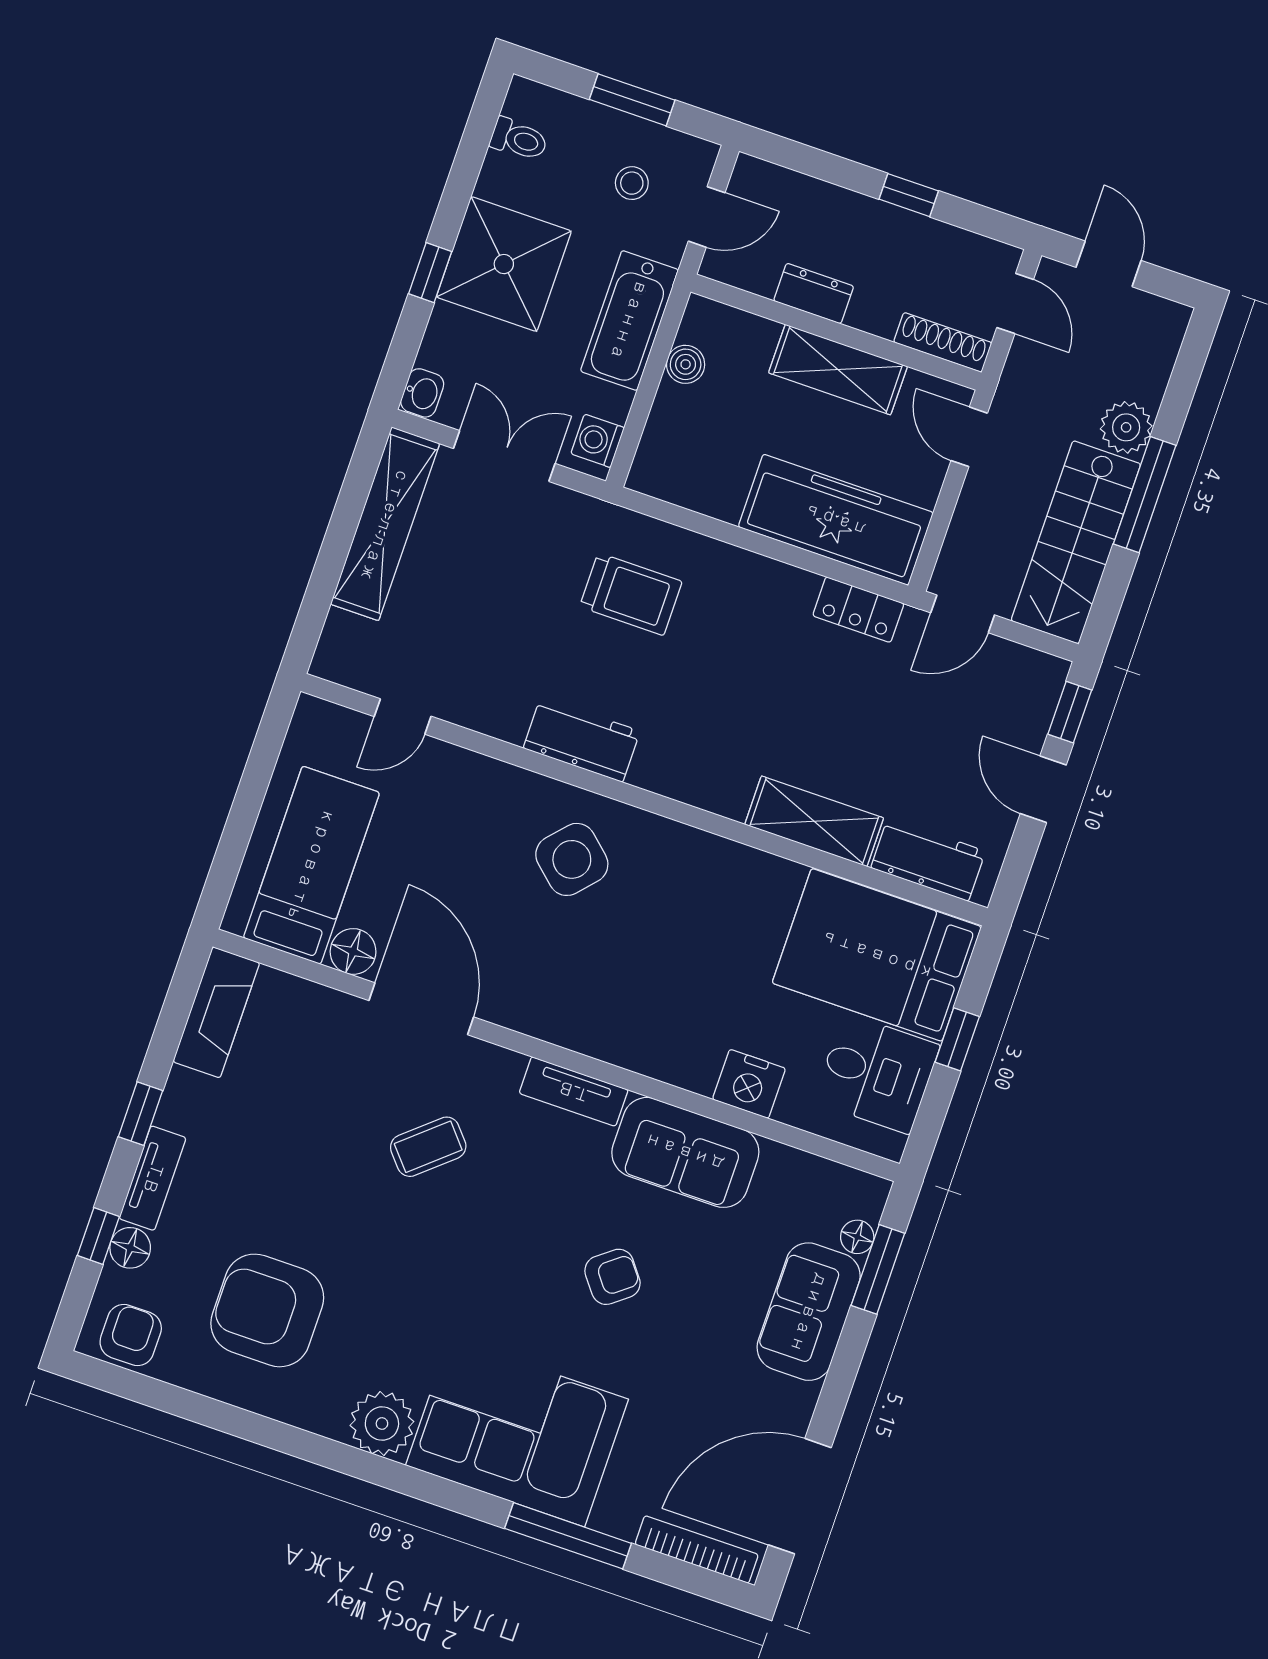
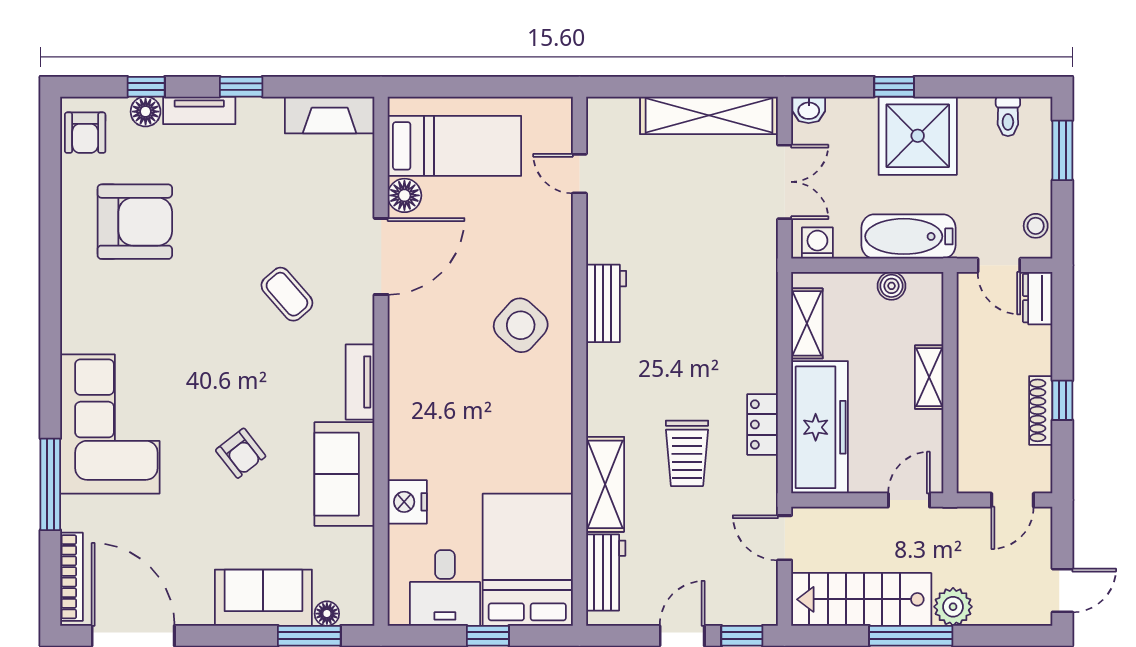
window: (632, 100) -> (1062, 150), moved
stool: (632, 183) -> (1036, 226), moved
door: (1109, 264) -> (1062, 590), moved
dresser: (814, 293) -> (1038, 298), moved, turned 180
shoe rack: (943, 342) -> (1041, 410), moved, turned 180
shelving: (838, 370) -> (929, 377), width x0.67, depth x0.75
shelving: (696, 490) -> (807, 323), added
trolley: (631, 594) -> (687, 453), moved
locker: (858, 610) -> (763, 424), moved
armchair: (267, 1310) -> (135, 222), turned 90
armchair: (131, 1335) -> (85, 133), turned 90
plant: (382, 1424) -> (84, 328), removed

